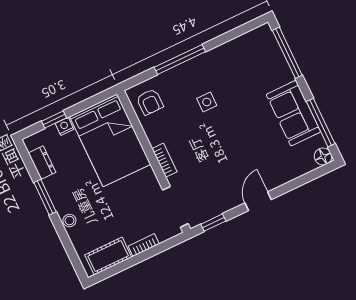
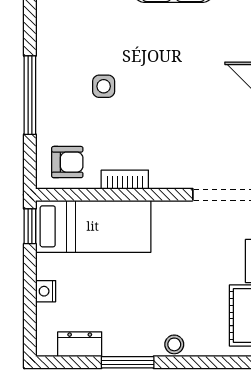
window: (54, 120) -> (30, 226), moved
bed: (110, 140) -> (93, 226), width x0.67
bookcase: (164, 160) -> (125, 180), moved

